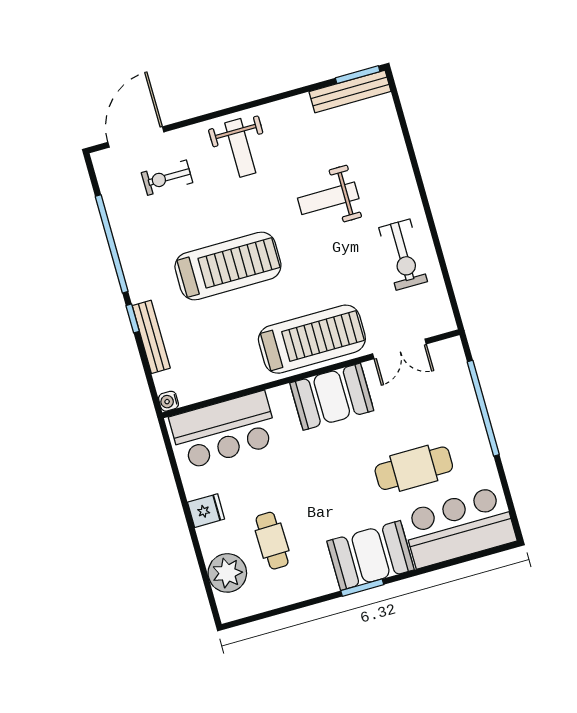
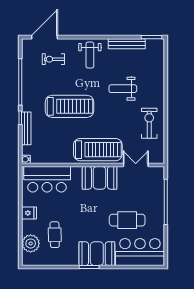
bench: (350, 91) -> (127, 44), moved
exercise bike: (403, 255) -> (149, 123), turned 180
double door: (399, 349) -> (136, 165), swing flipped

